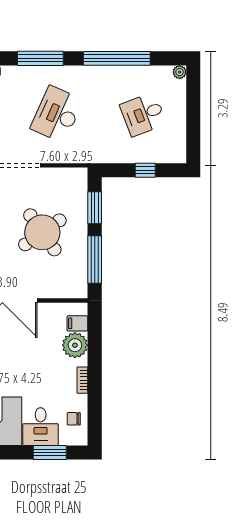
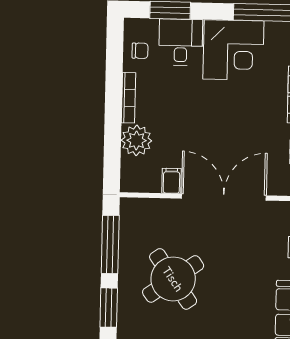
filing cabinet: (77, 323) -> (171, 181), moved, turned -90
bookcase: (82, 380) -> (128, 98), width x1.56

